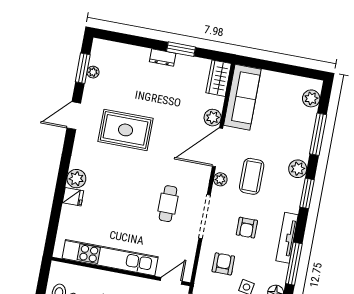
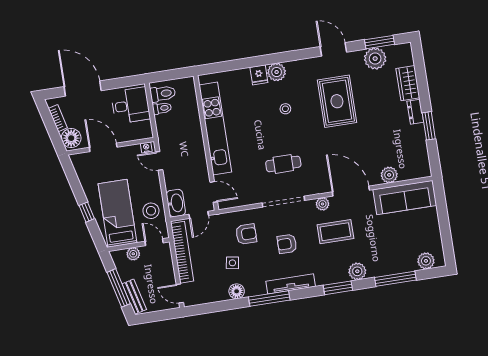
plant: (93, 72) -> (375, 59), width x1.88, depth x1.88
wardrobe: (219, 78) -> (408, 83), moved, turned -90
plant: (213, 118) -> (389, 175), moved
stool: (115, 183) -> (285, 109), added

